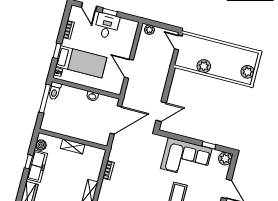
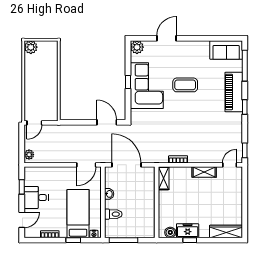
window: (110, 12) -> (22, 187), moved
plant: (204, 66) -> (51, 92), removed
door: (129, 69) -> (86, 165), moved
plant: (248, 72) -> (31, 47), moved
toilet: (55, 91) -> (113, 214), moved
window: (209, 145) -> (128, 82), moved
shelving: (73, 146) -> (164, 178), moved
freezer: (37, 166) -> (188, 231), width x0.71

